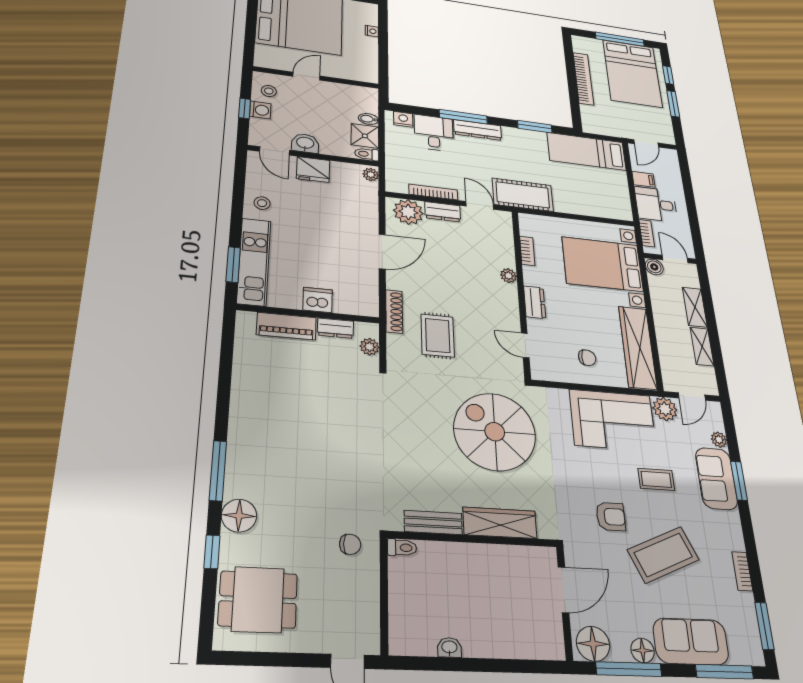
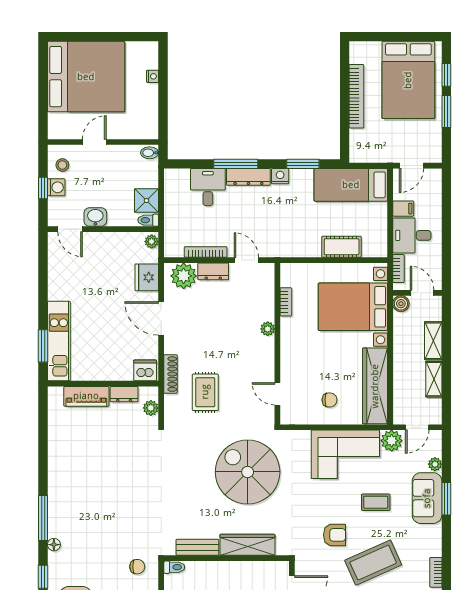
window: (620, 39) -> (400, 37), removed
bidet: (368, 119) -> (150, 153), moved
nightstand: (403, 119) -> (280, 176), moved
fridge: (313, 169) -> (147, 277), moved, turned 90
cot: (523, 195) -> (342, 247), moved, width x0.73, depth x0.75
stool: (262, 203) -> (62, 284), removed
door: (382, 252) -> (161, 318), swing flipped
dishwasher: (318, 300) -> (145, 370), moved
dresser: (535, 302) -> (289, 352), removed
floor lamp: (239, 516) -> (54, 545), width x0.53, depth x0.53

